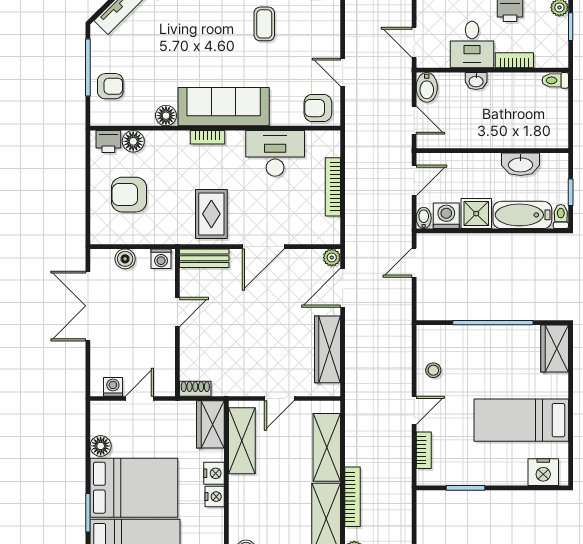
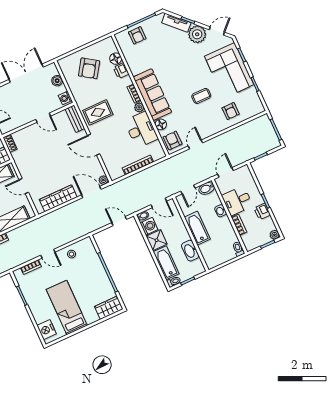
floor lamp: (166, 116) -> (161, 124), moved
bathtub: (487, 135) -> (197, 228), added
plant: (235, 139) -> (139, 107), added
printer: (108, 141) -> (121, 71), moved
armchair: (129, 195) -> (89, 68), turned -146

